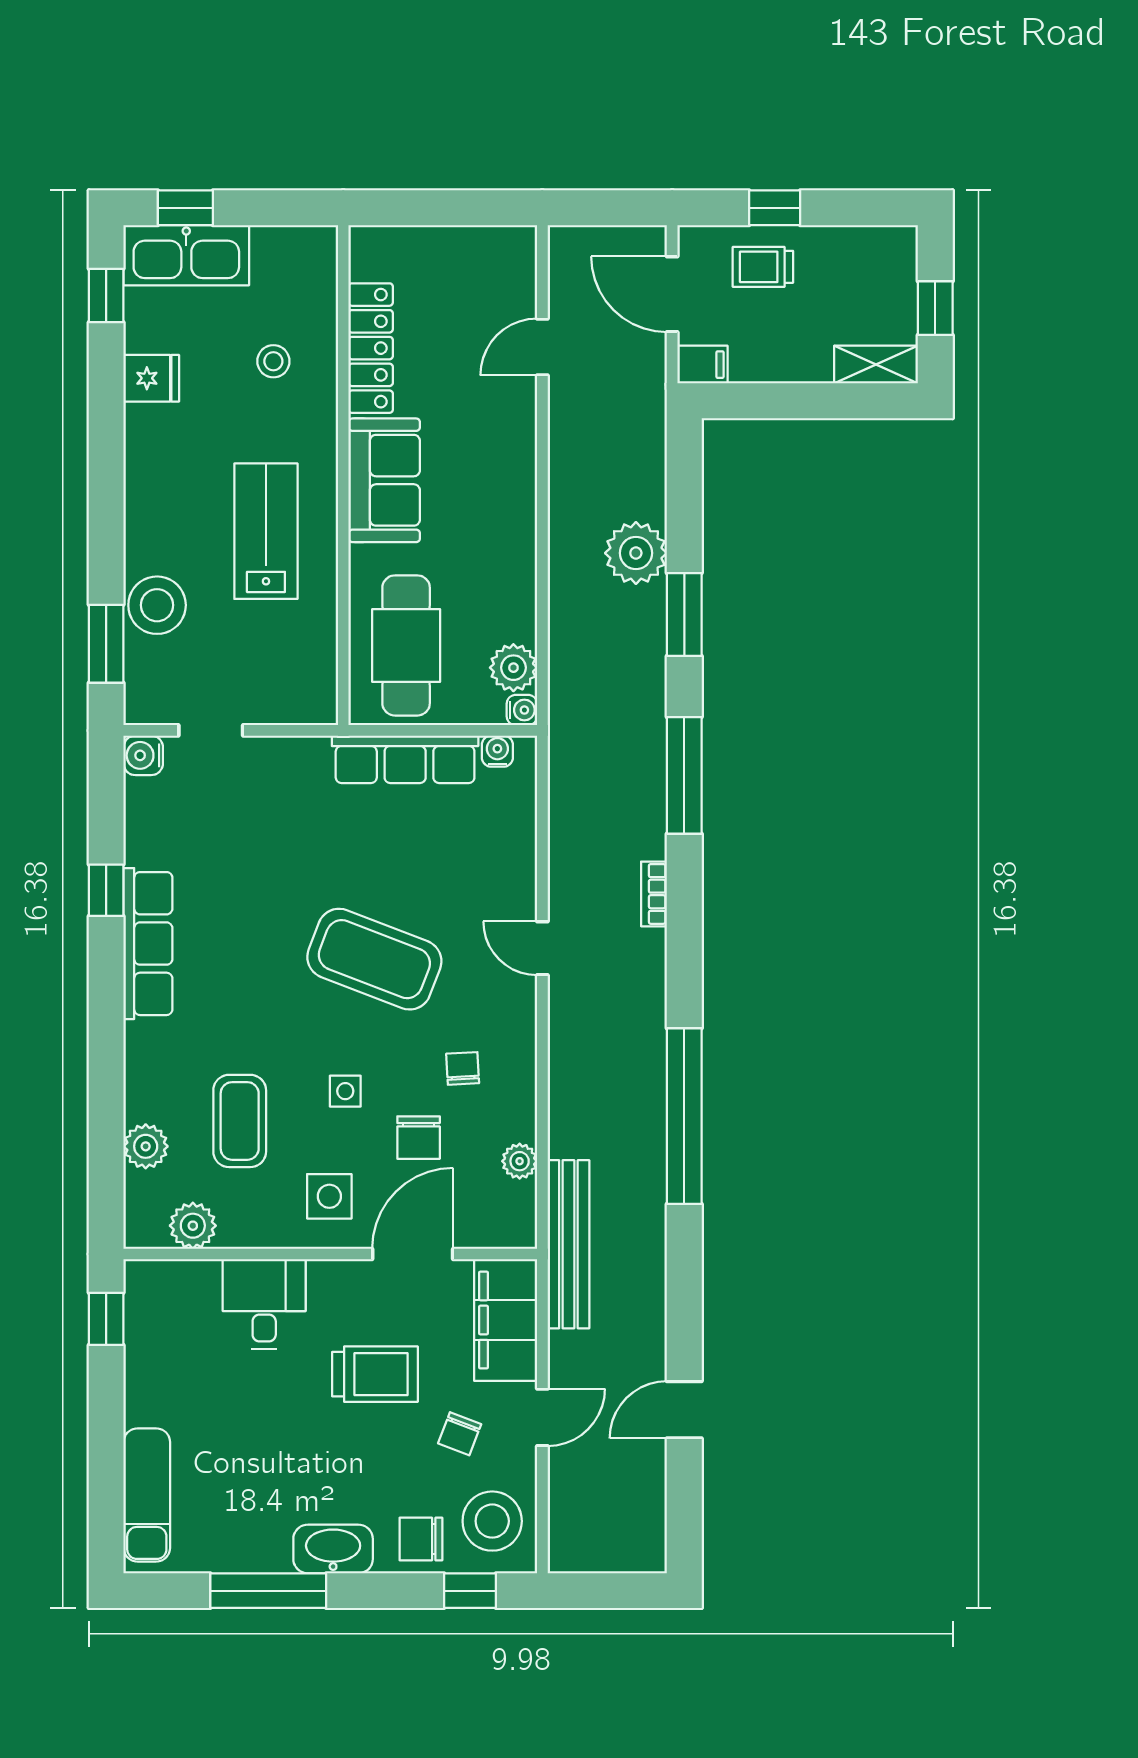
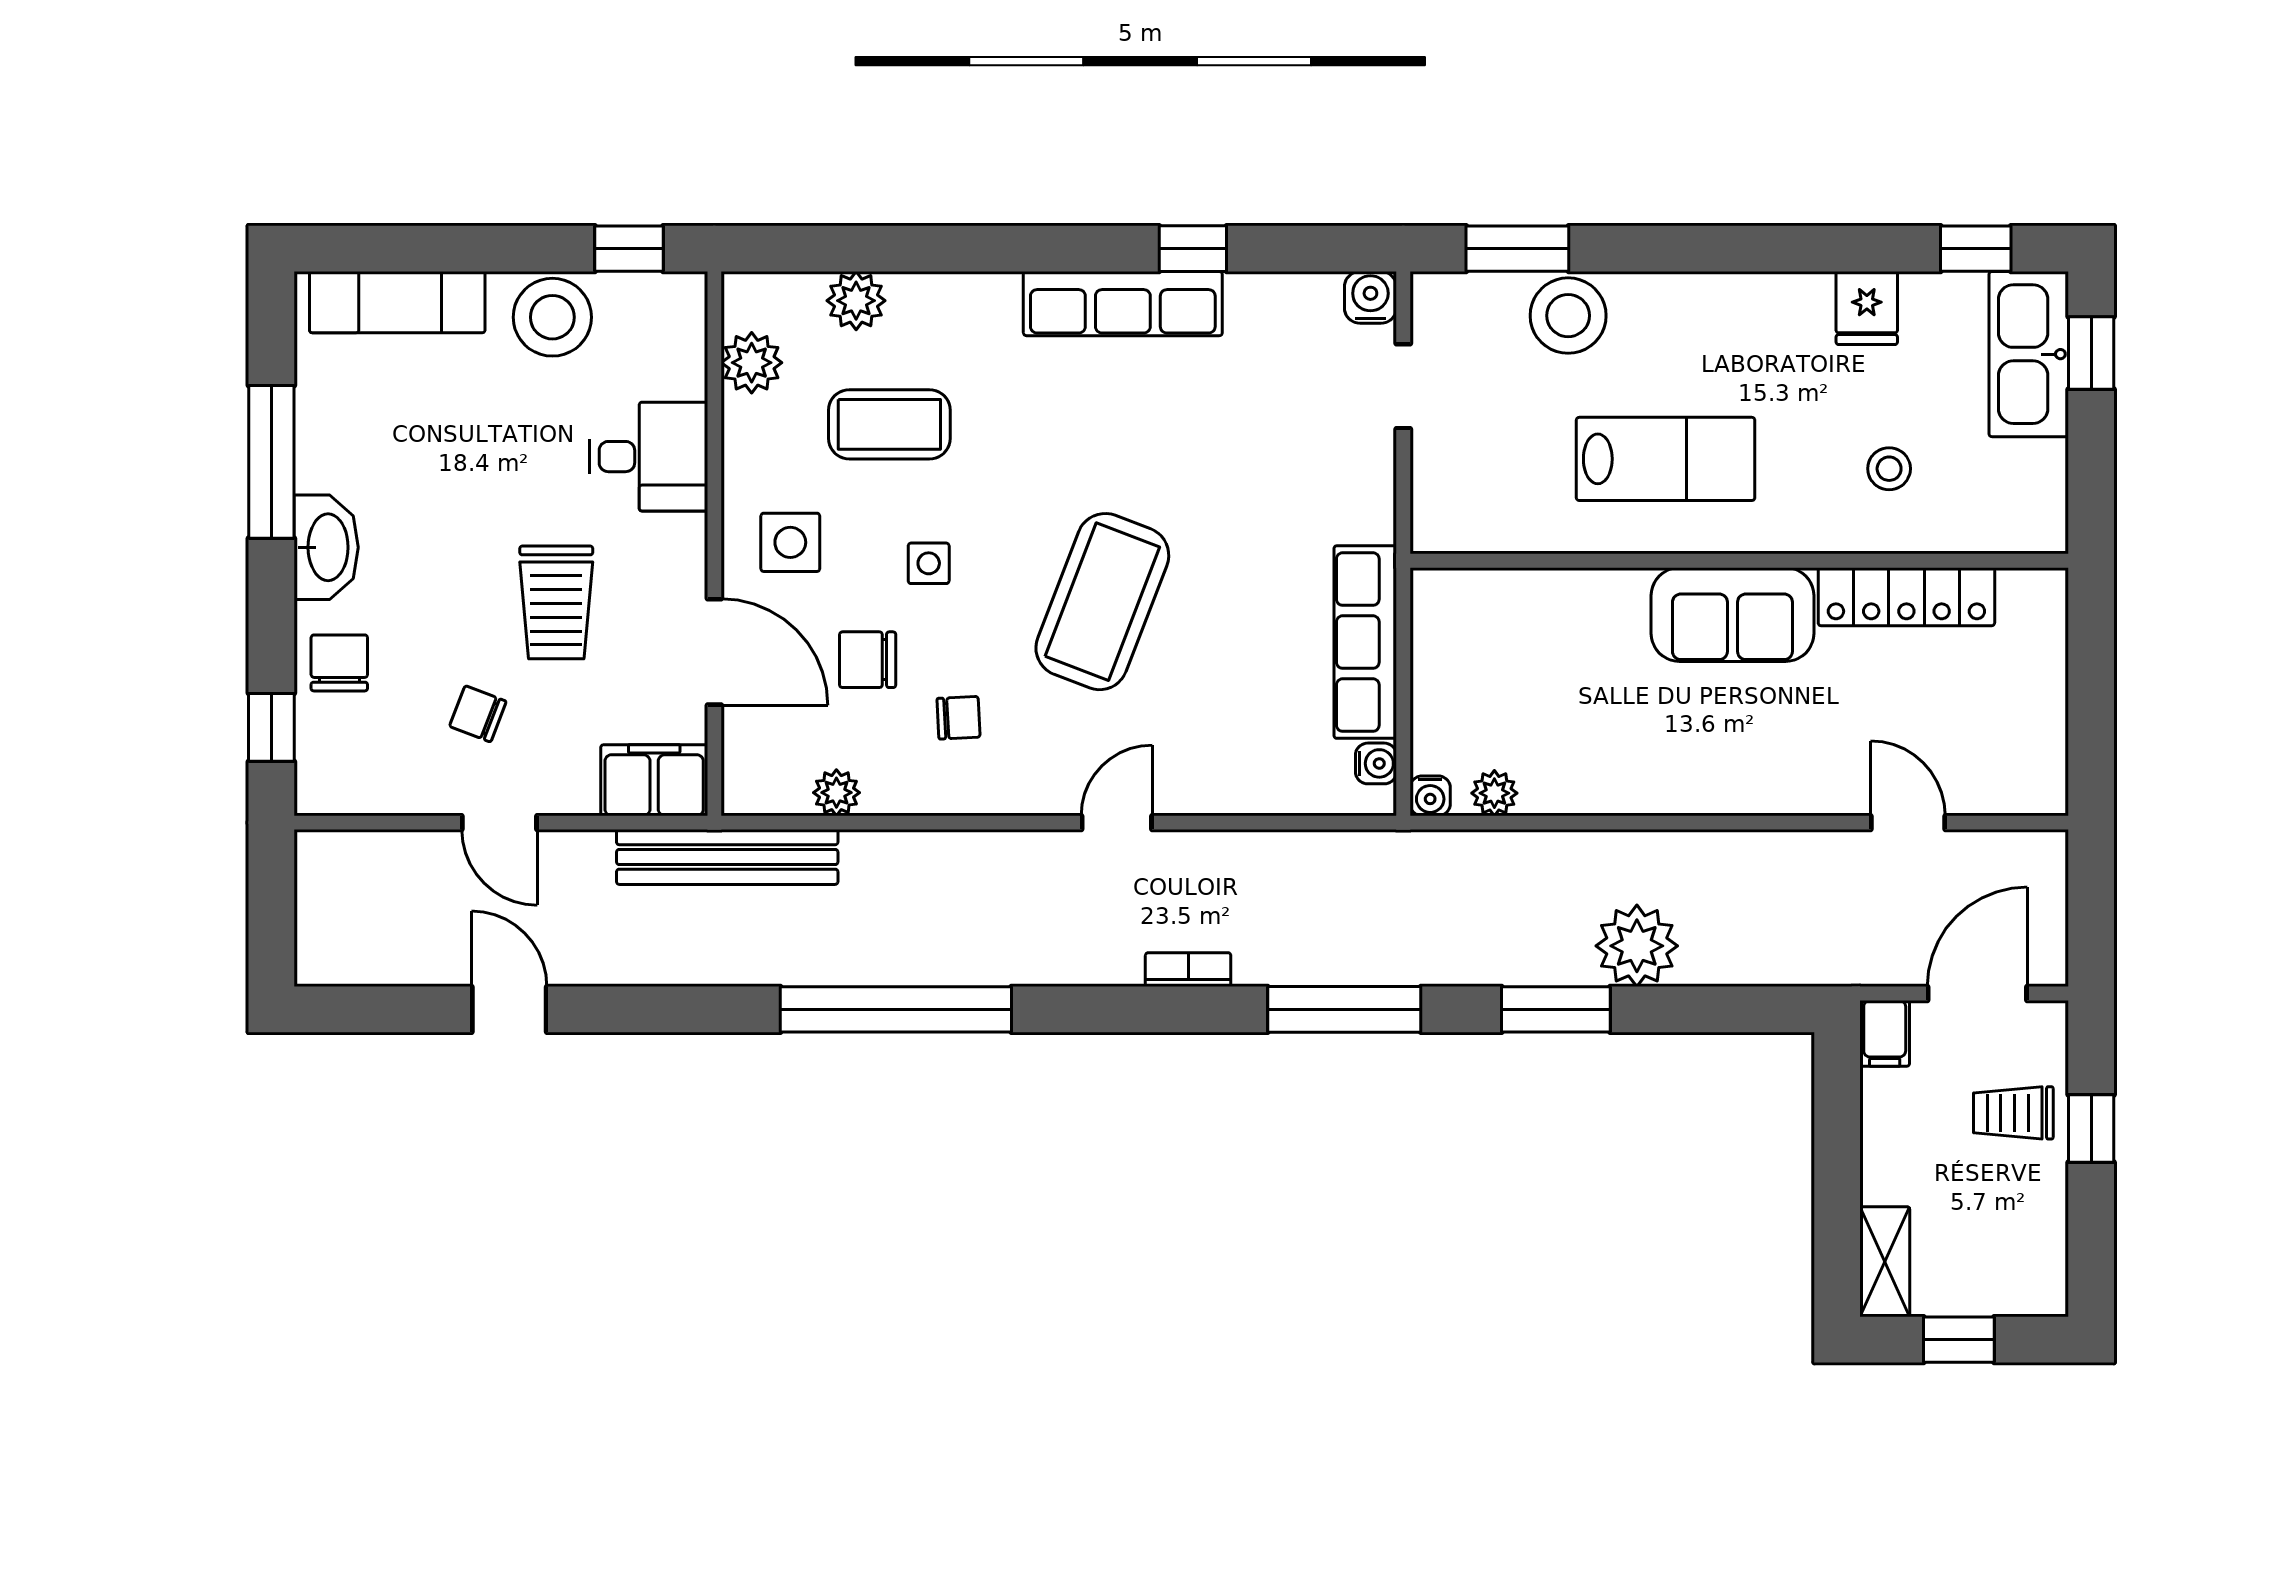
trolley: (763, 267) -> (2013, 1113), turned -90
cafe table: (406, 645) -> (1515, 643), removed
plant: (513, 668) -> (1494, 793), width x0.73, depth x0.73
filing cabinet: (506, 1320) -> (654, 780), width x0.67, depth x0.86
stool: (492, 1521) -> (552, 317), moved

